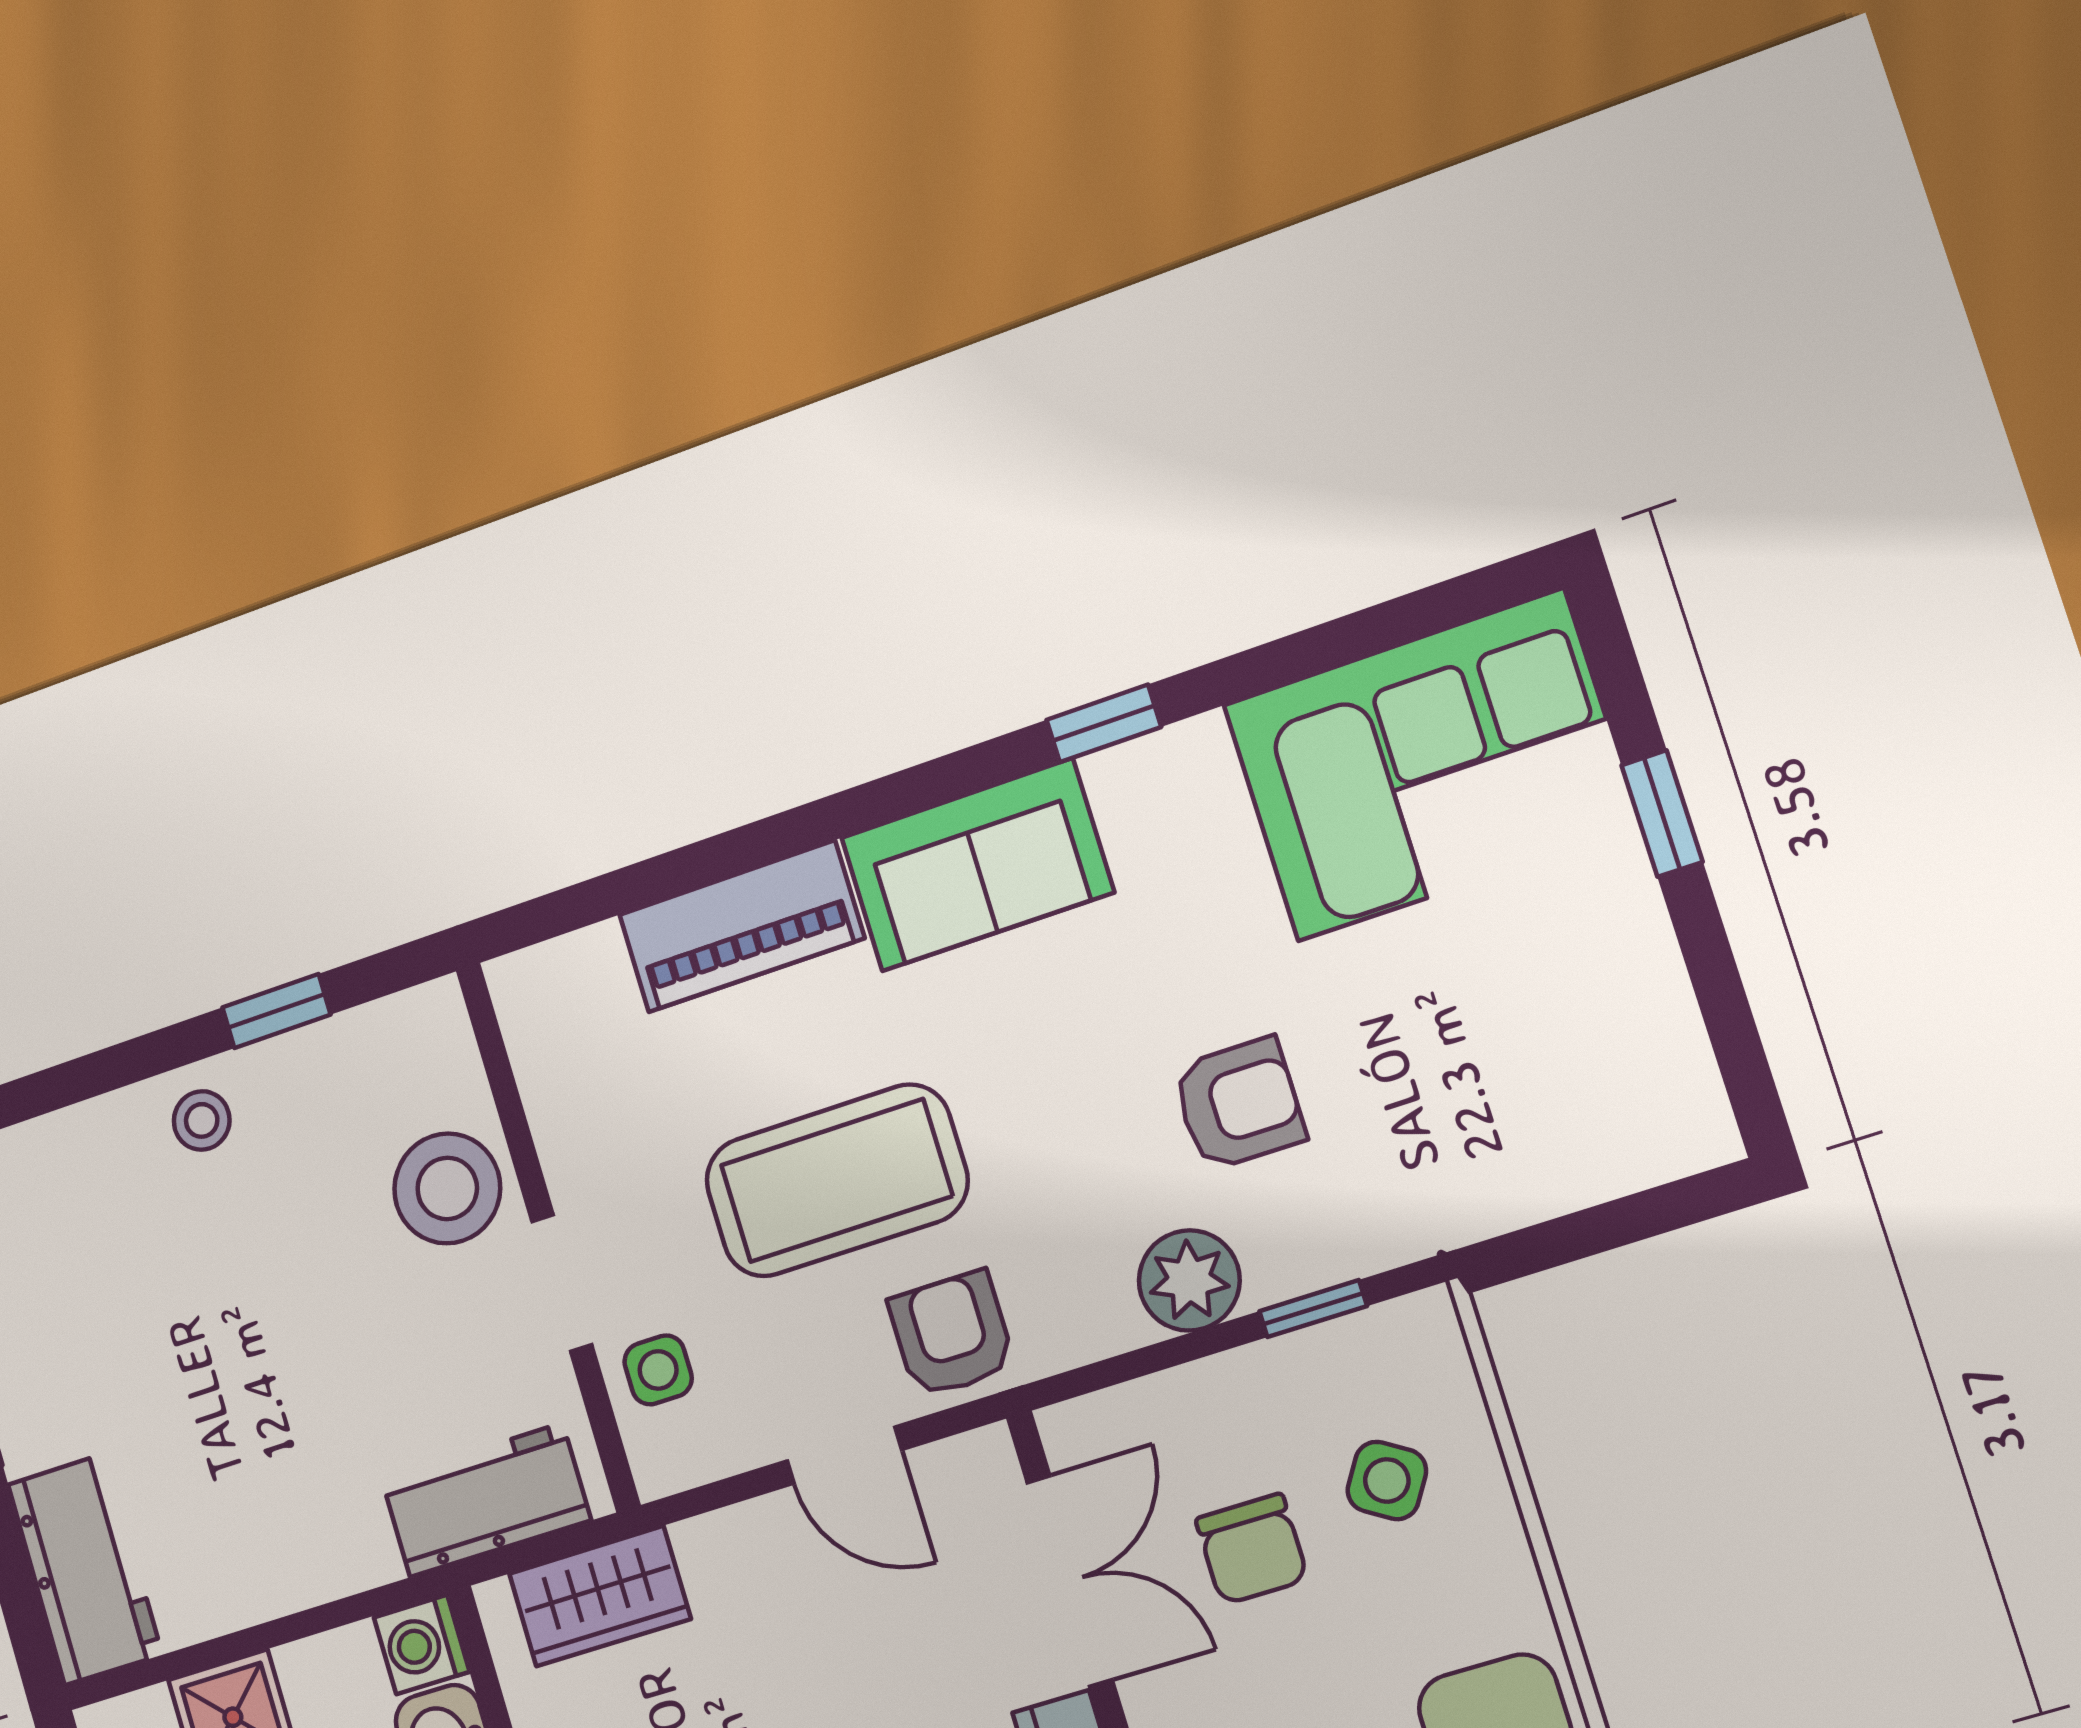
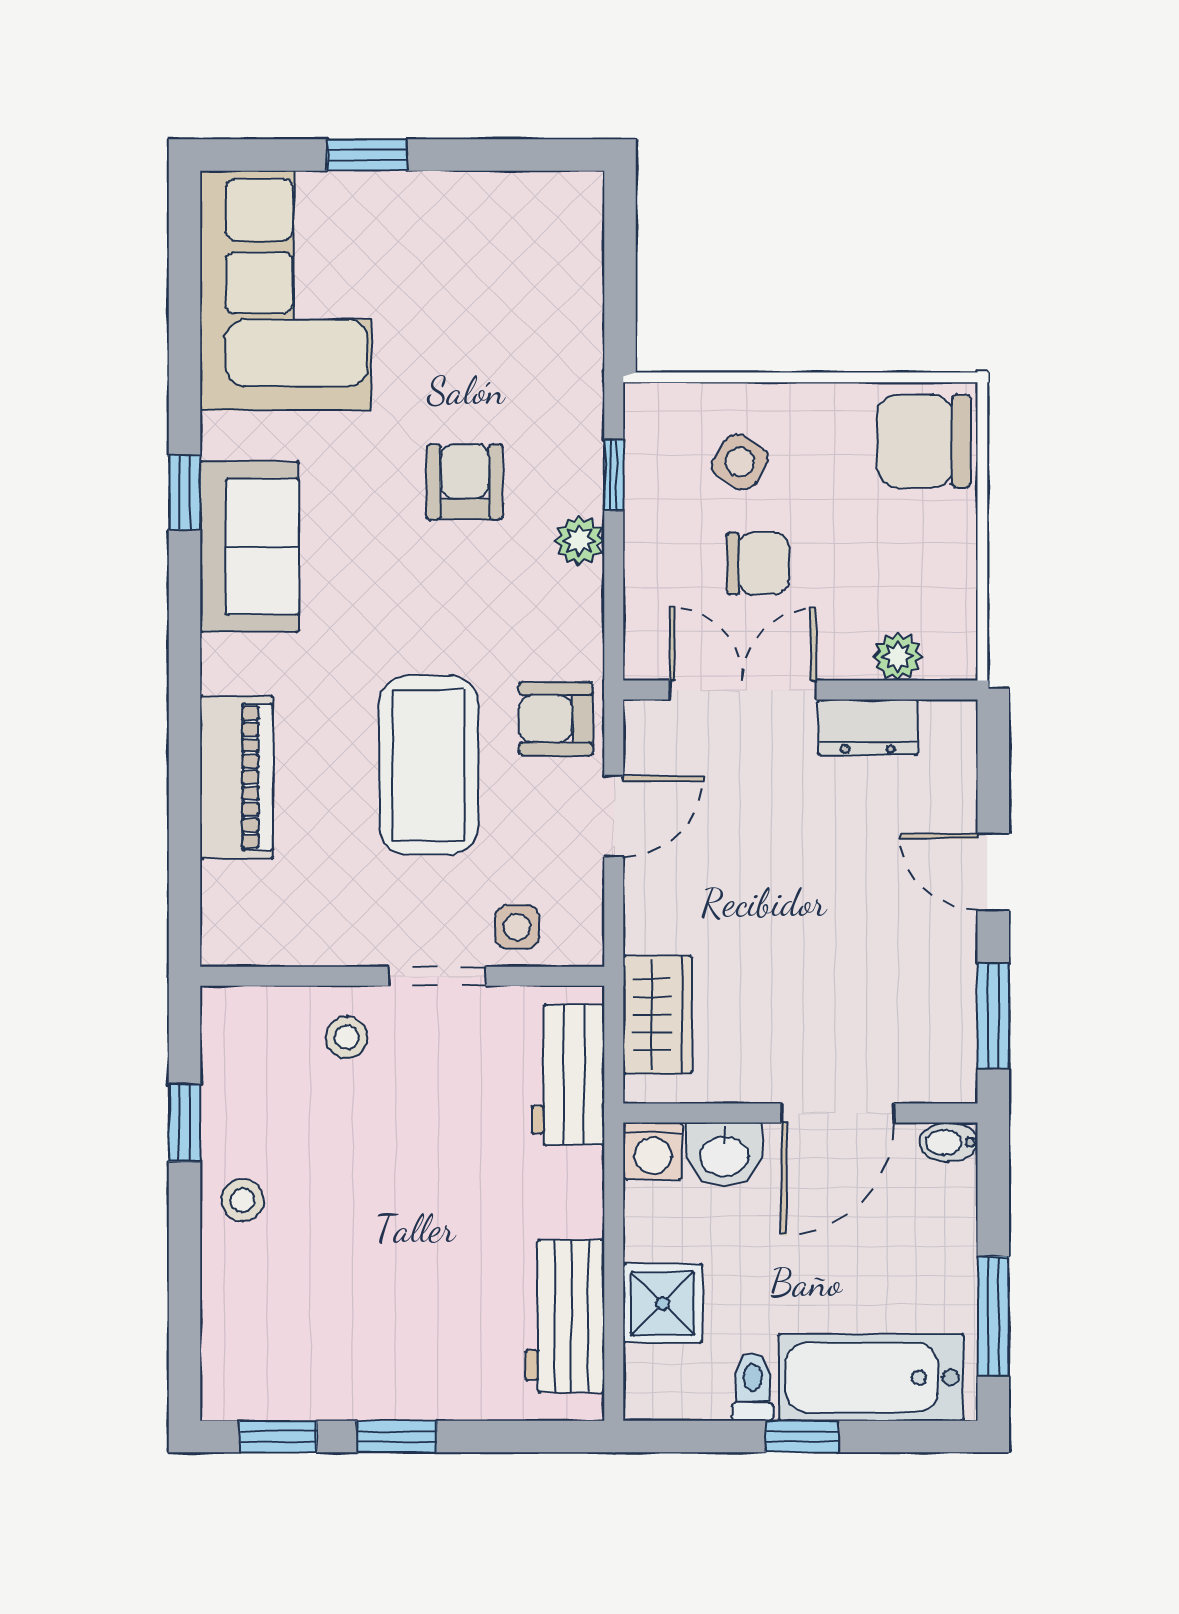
sofa: (977, 865) -> (249, 547), moved
stool: (447, 1188) -> (347, 1037), width x0.53, depth x0.53
plant: (1189, 1280) -> (579, 541), width x0.73, depth x0.73
workbench: (85, 1569) -> (565, 1316), moved, turned -90

